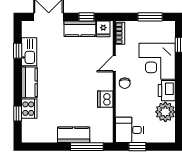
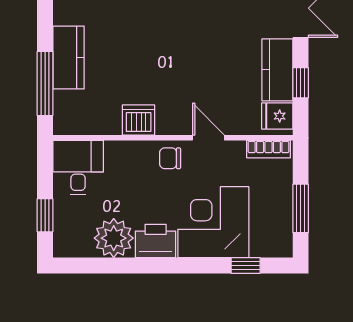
window: (137, 147) -> (45, 215), moved

